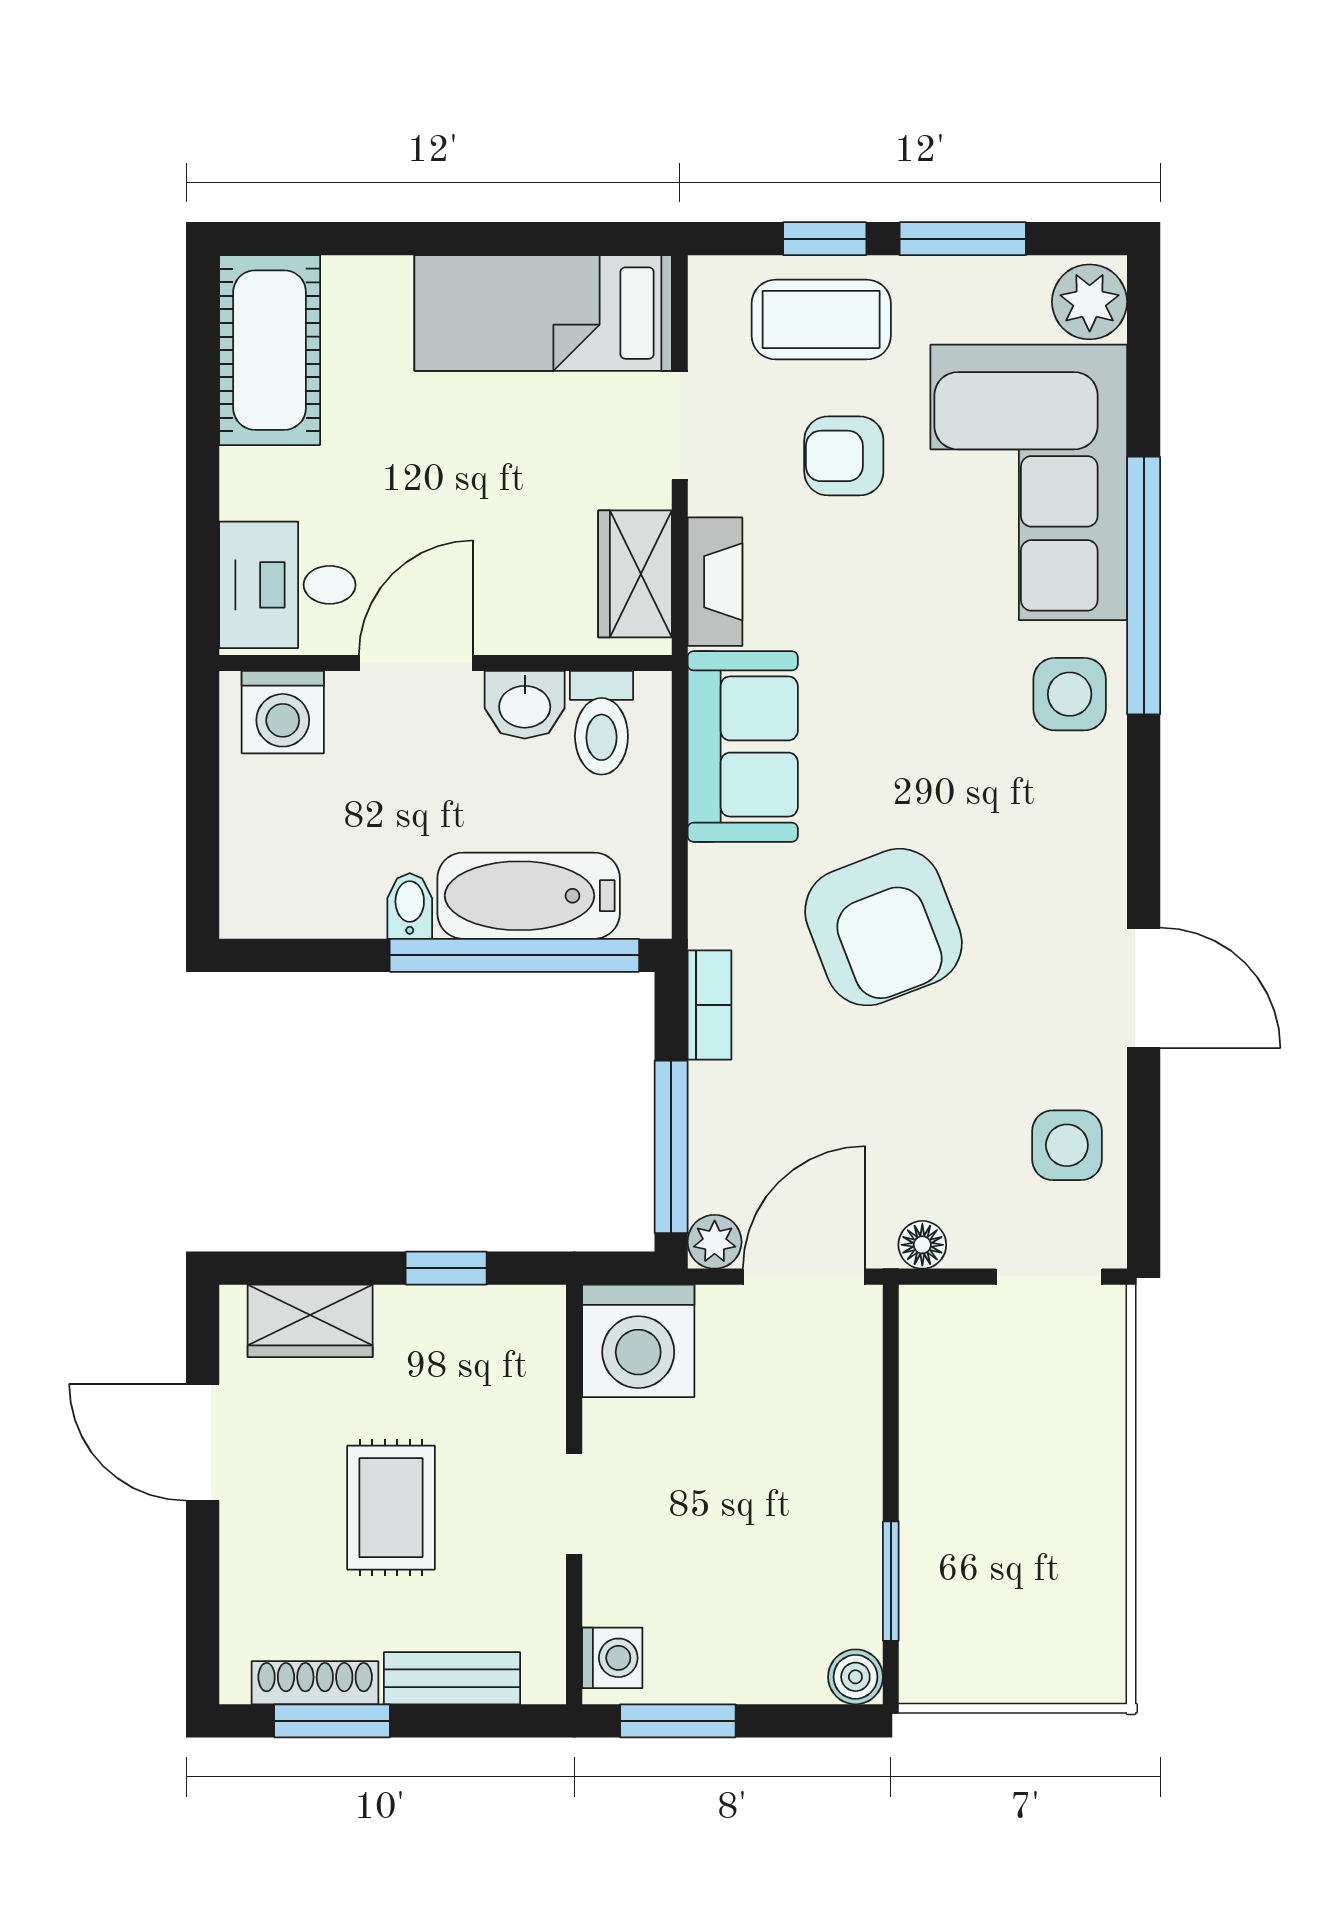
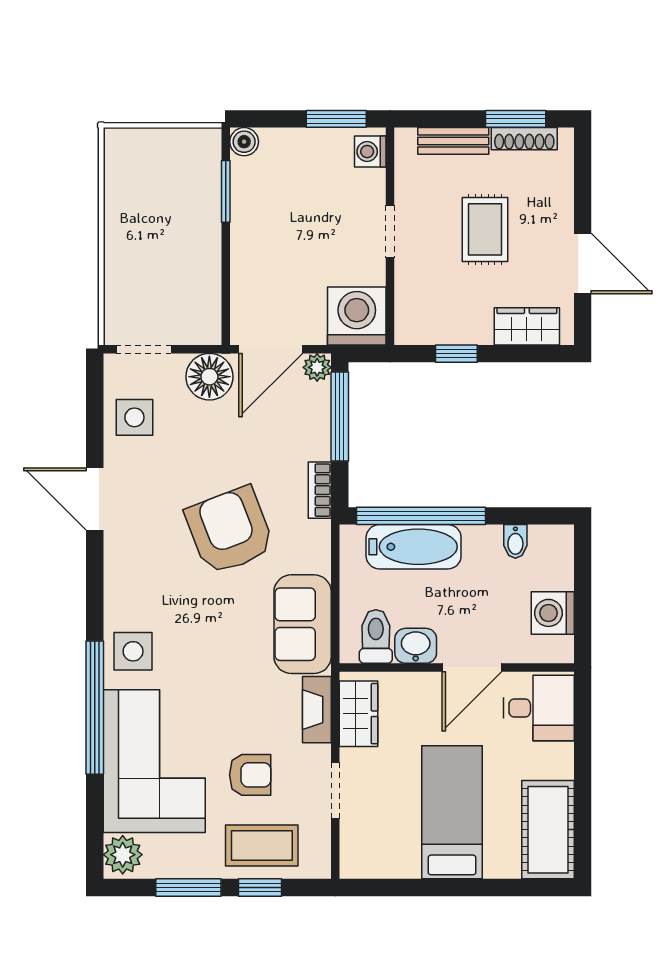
bed: (543, 313) -> (452, 812), moved, turned -90
washing machine: (283, 712) -> (553, 613), moved, turned -90
bidet: (410, 906) -> (515, 541), moved
floor lamp: (922, 1245) -> (209, 377), width x1.89, depth x1.89

